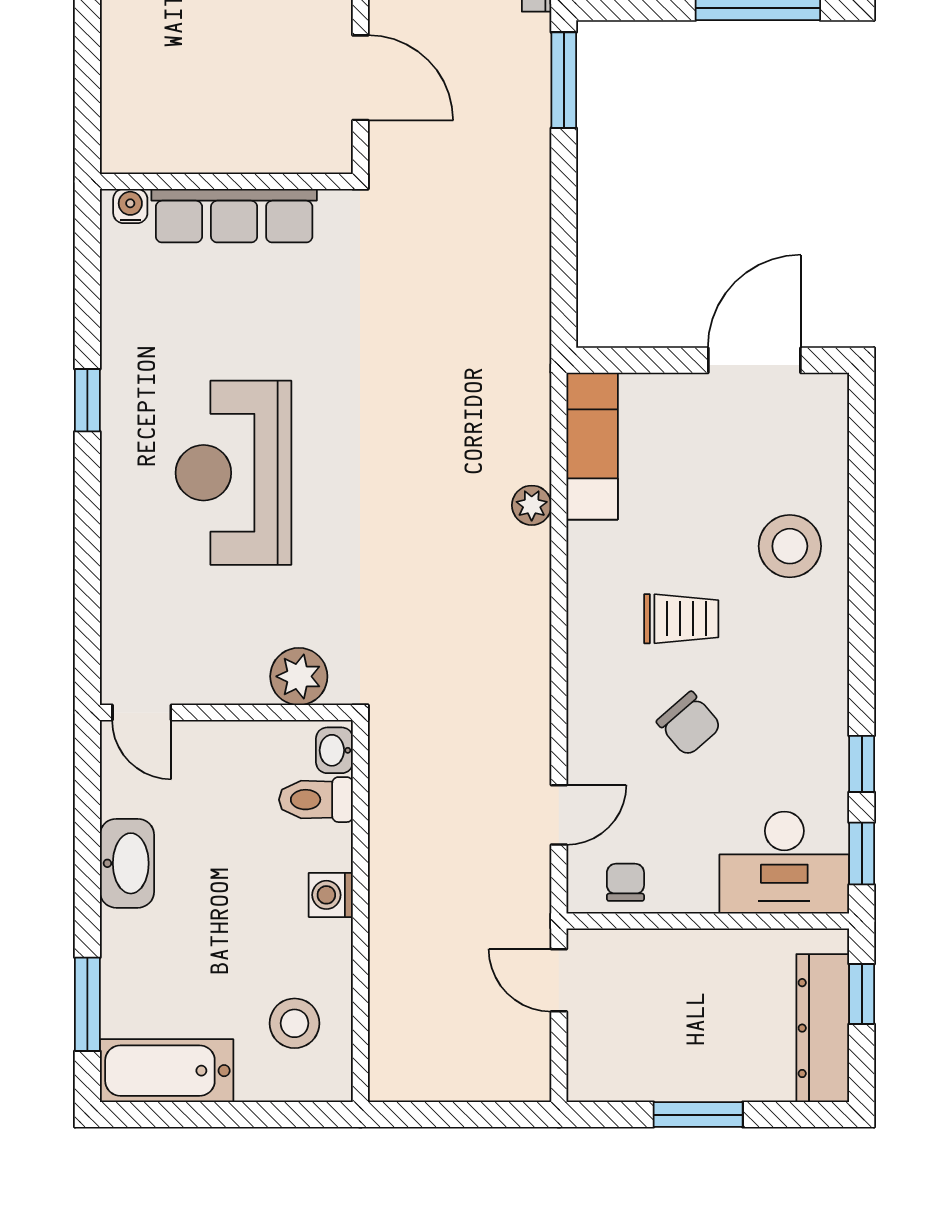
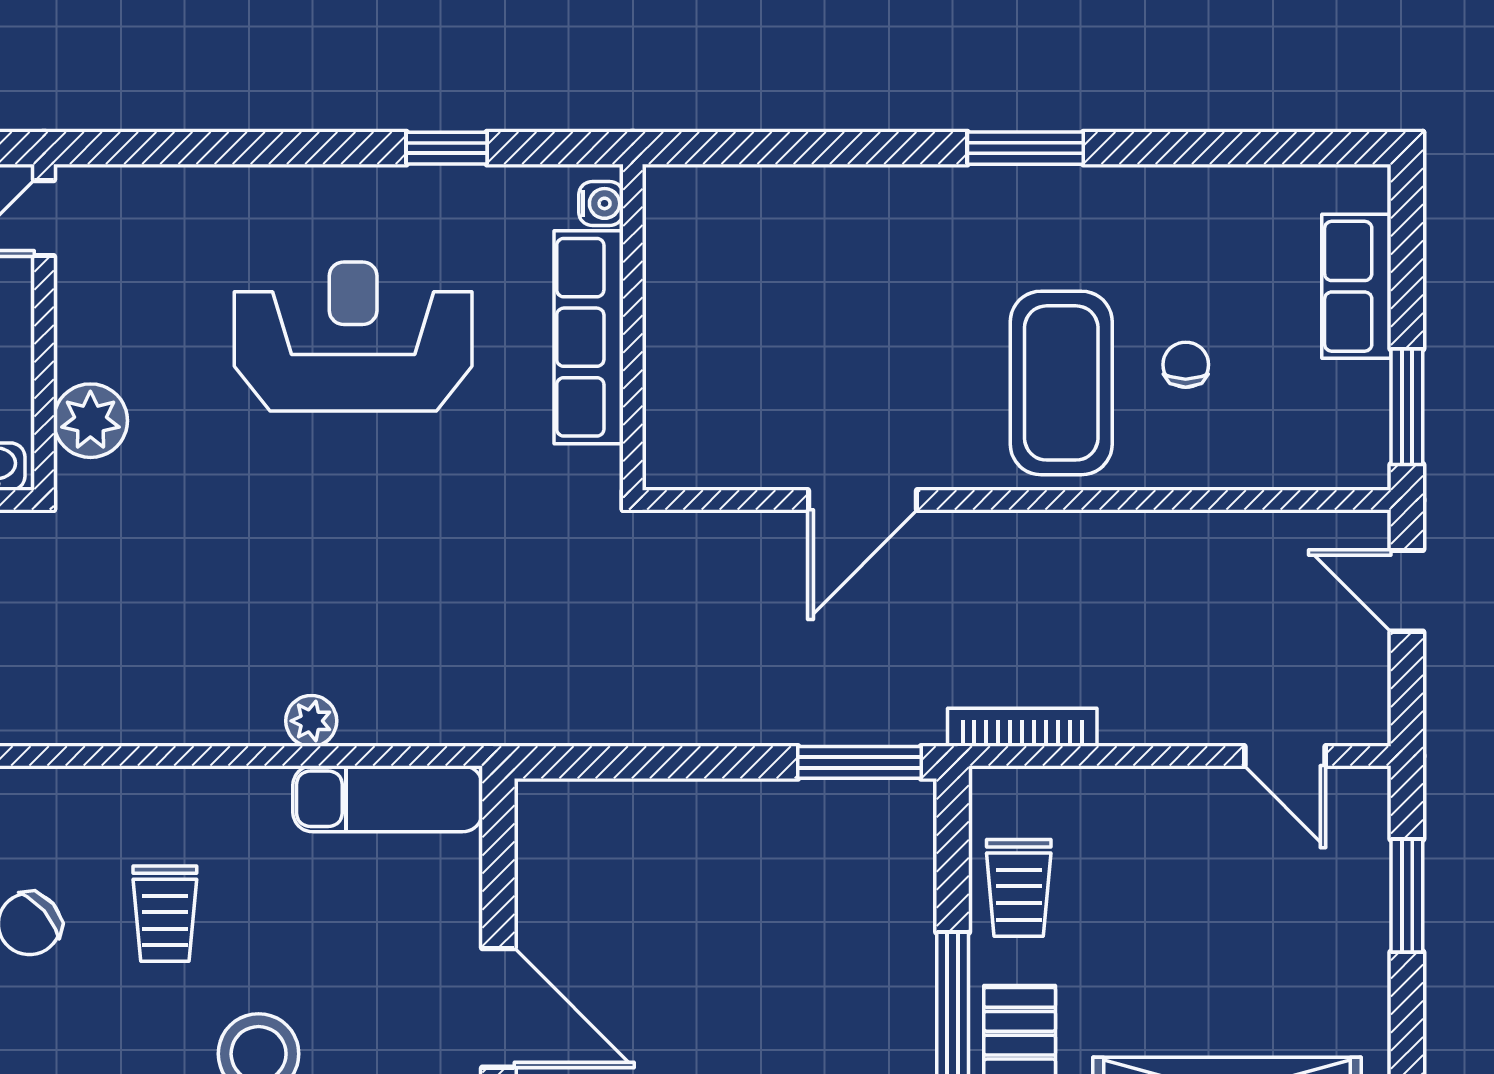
wall: (226, 182) -> (633, 327), moved
water cooler: (130, 206) -> (601, 203), moved
row of seats: (234, 216) -> (589, 337), moved

